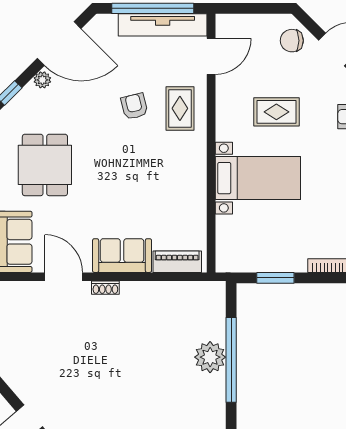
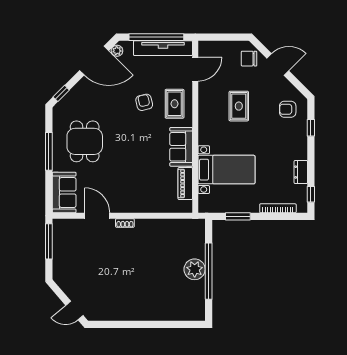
plant: (42, 80) -> (117, 51), moved
rug: (276, 112) -> (239, 106), turned 90
bed with nightstands: (258, 178) -> (226, 170), moved
sofa: (122, 256) -> (181, 147), moved, turned -90
piano: (177, 262) -> (185, 184), moved, turned -90

